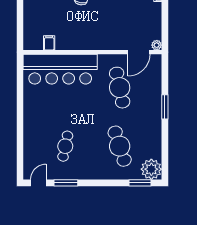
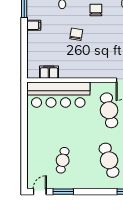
filing cabinet: (49, 43) -> (49, 72), width x2.00

